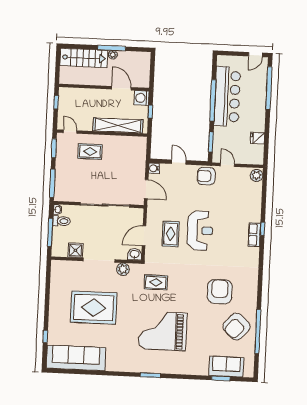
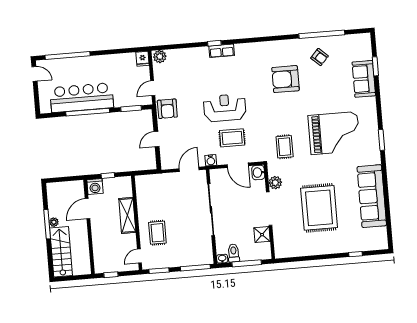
shelving: (118, 125) -> (127, 215), width x0.68
fridge: (258, 138) -> (143, 59), moved
water cooler: (154, 168) -> (211, 160), moved
armchair: (236, 327) -> (320, 57), width x0.53, depth x0.53
grand piano: (163, 331) -> (334, 133), turned -90
sofa: (76, 358) -> (372, 196), moved
sofa: (226, 367) -> (364, 79), moved

